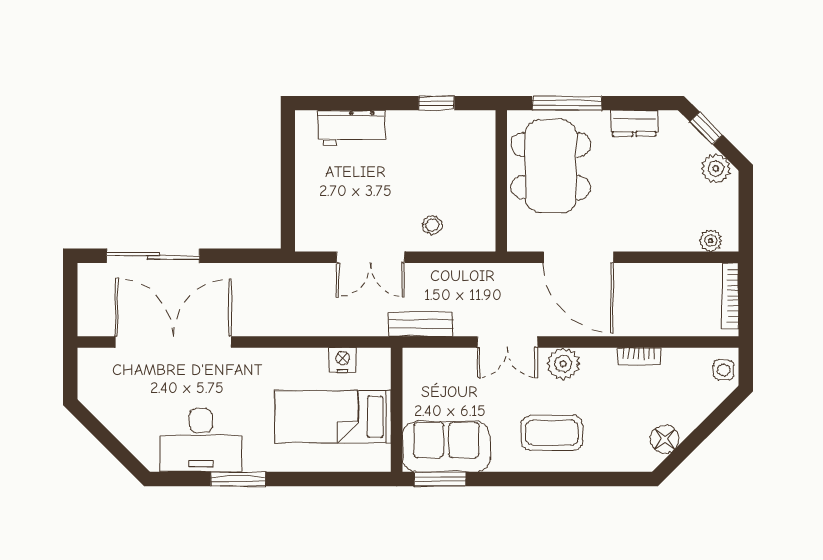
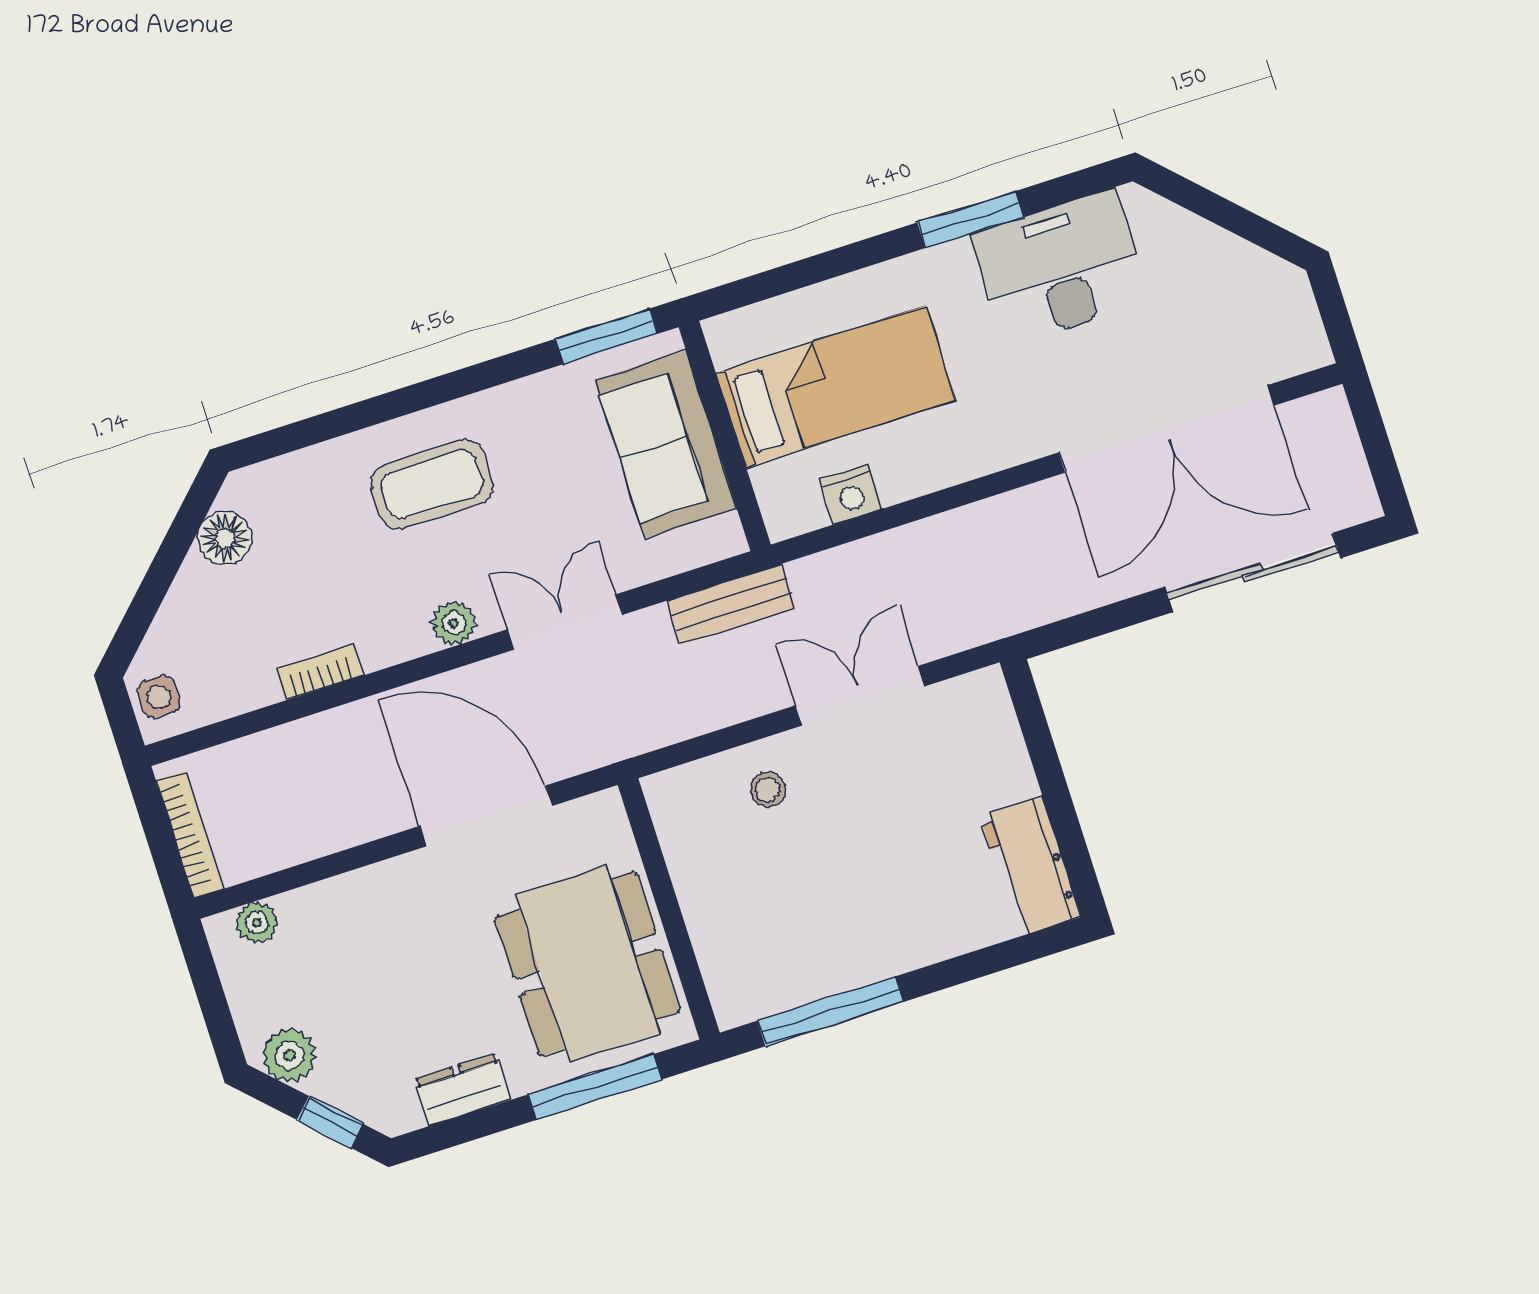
window: (437, 103) -> (830, 1011), width x2.17
workbench: (351, 128) -> (1031, 866), moved, turned -90
plant: (563, 364) -> (454, 623), width x0.73, depth x0.73
sofa: (446, 447) -> (666, 444), moved, turned 90

